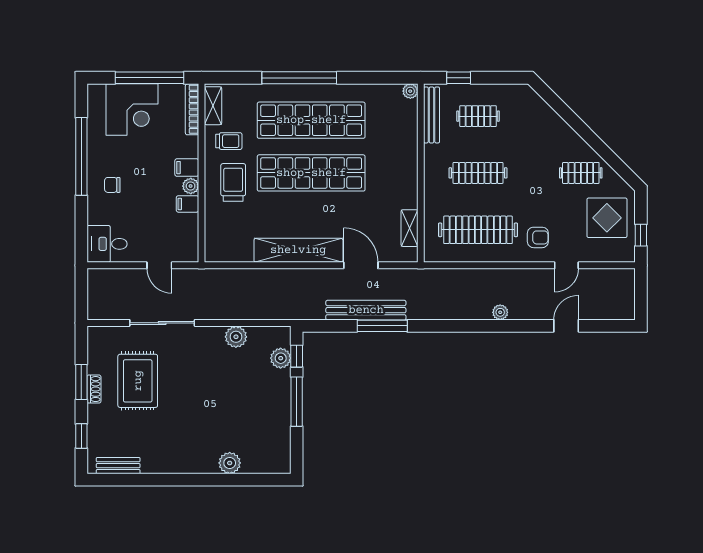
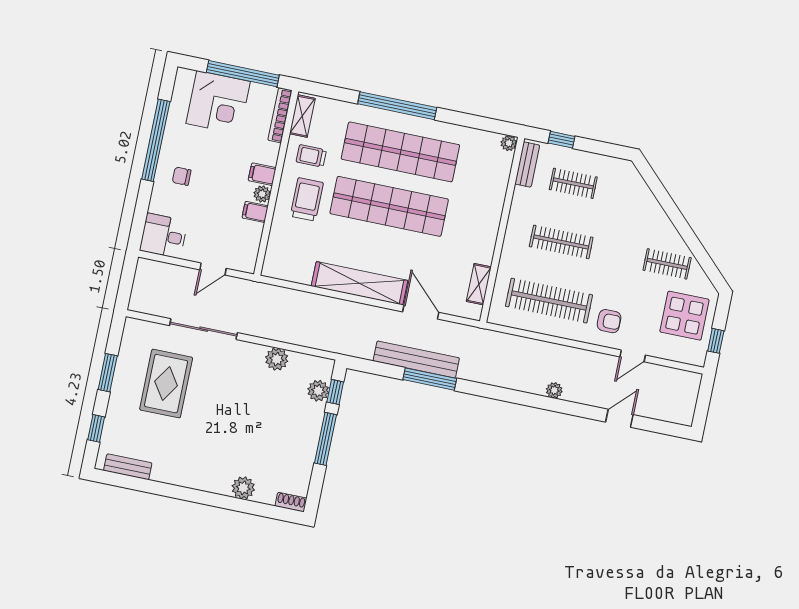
bench: (432, 115) -> (527, 165), width x0.73
trolley: (229, 141) -> (311, 156), turned 180
door: (159, 265) -> (213, 269), hinge flipped
shoe rack: (94, 389) -> (291, 502), moved, turned -90

